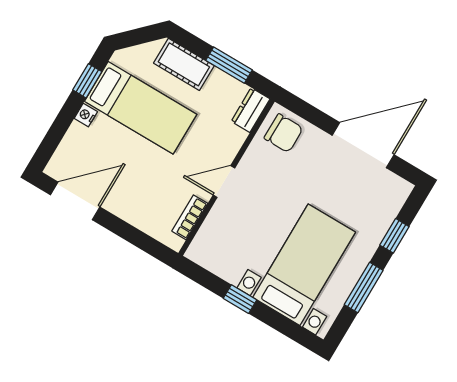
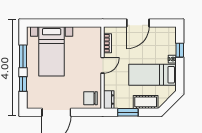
window: (87, 81) -> (180, 50), moved
door: (75, 201) -> (138, 23), moved
window: (240, 299) -> (69, 23), removed

